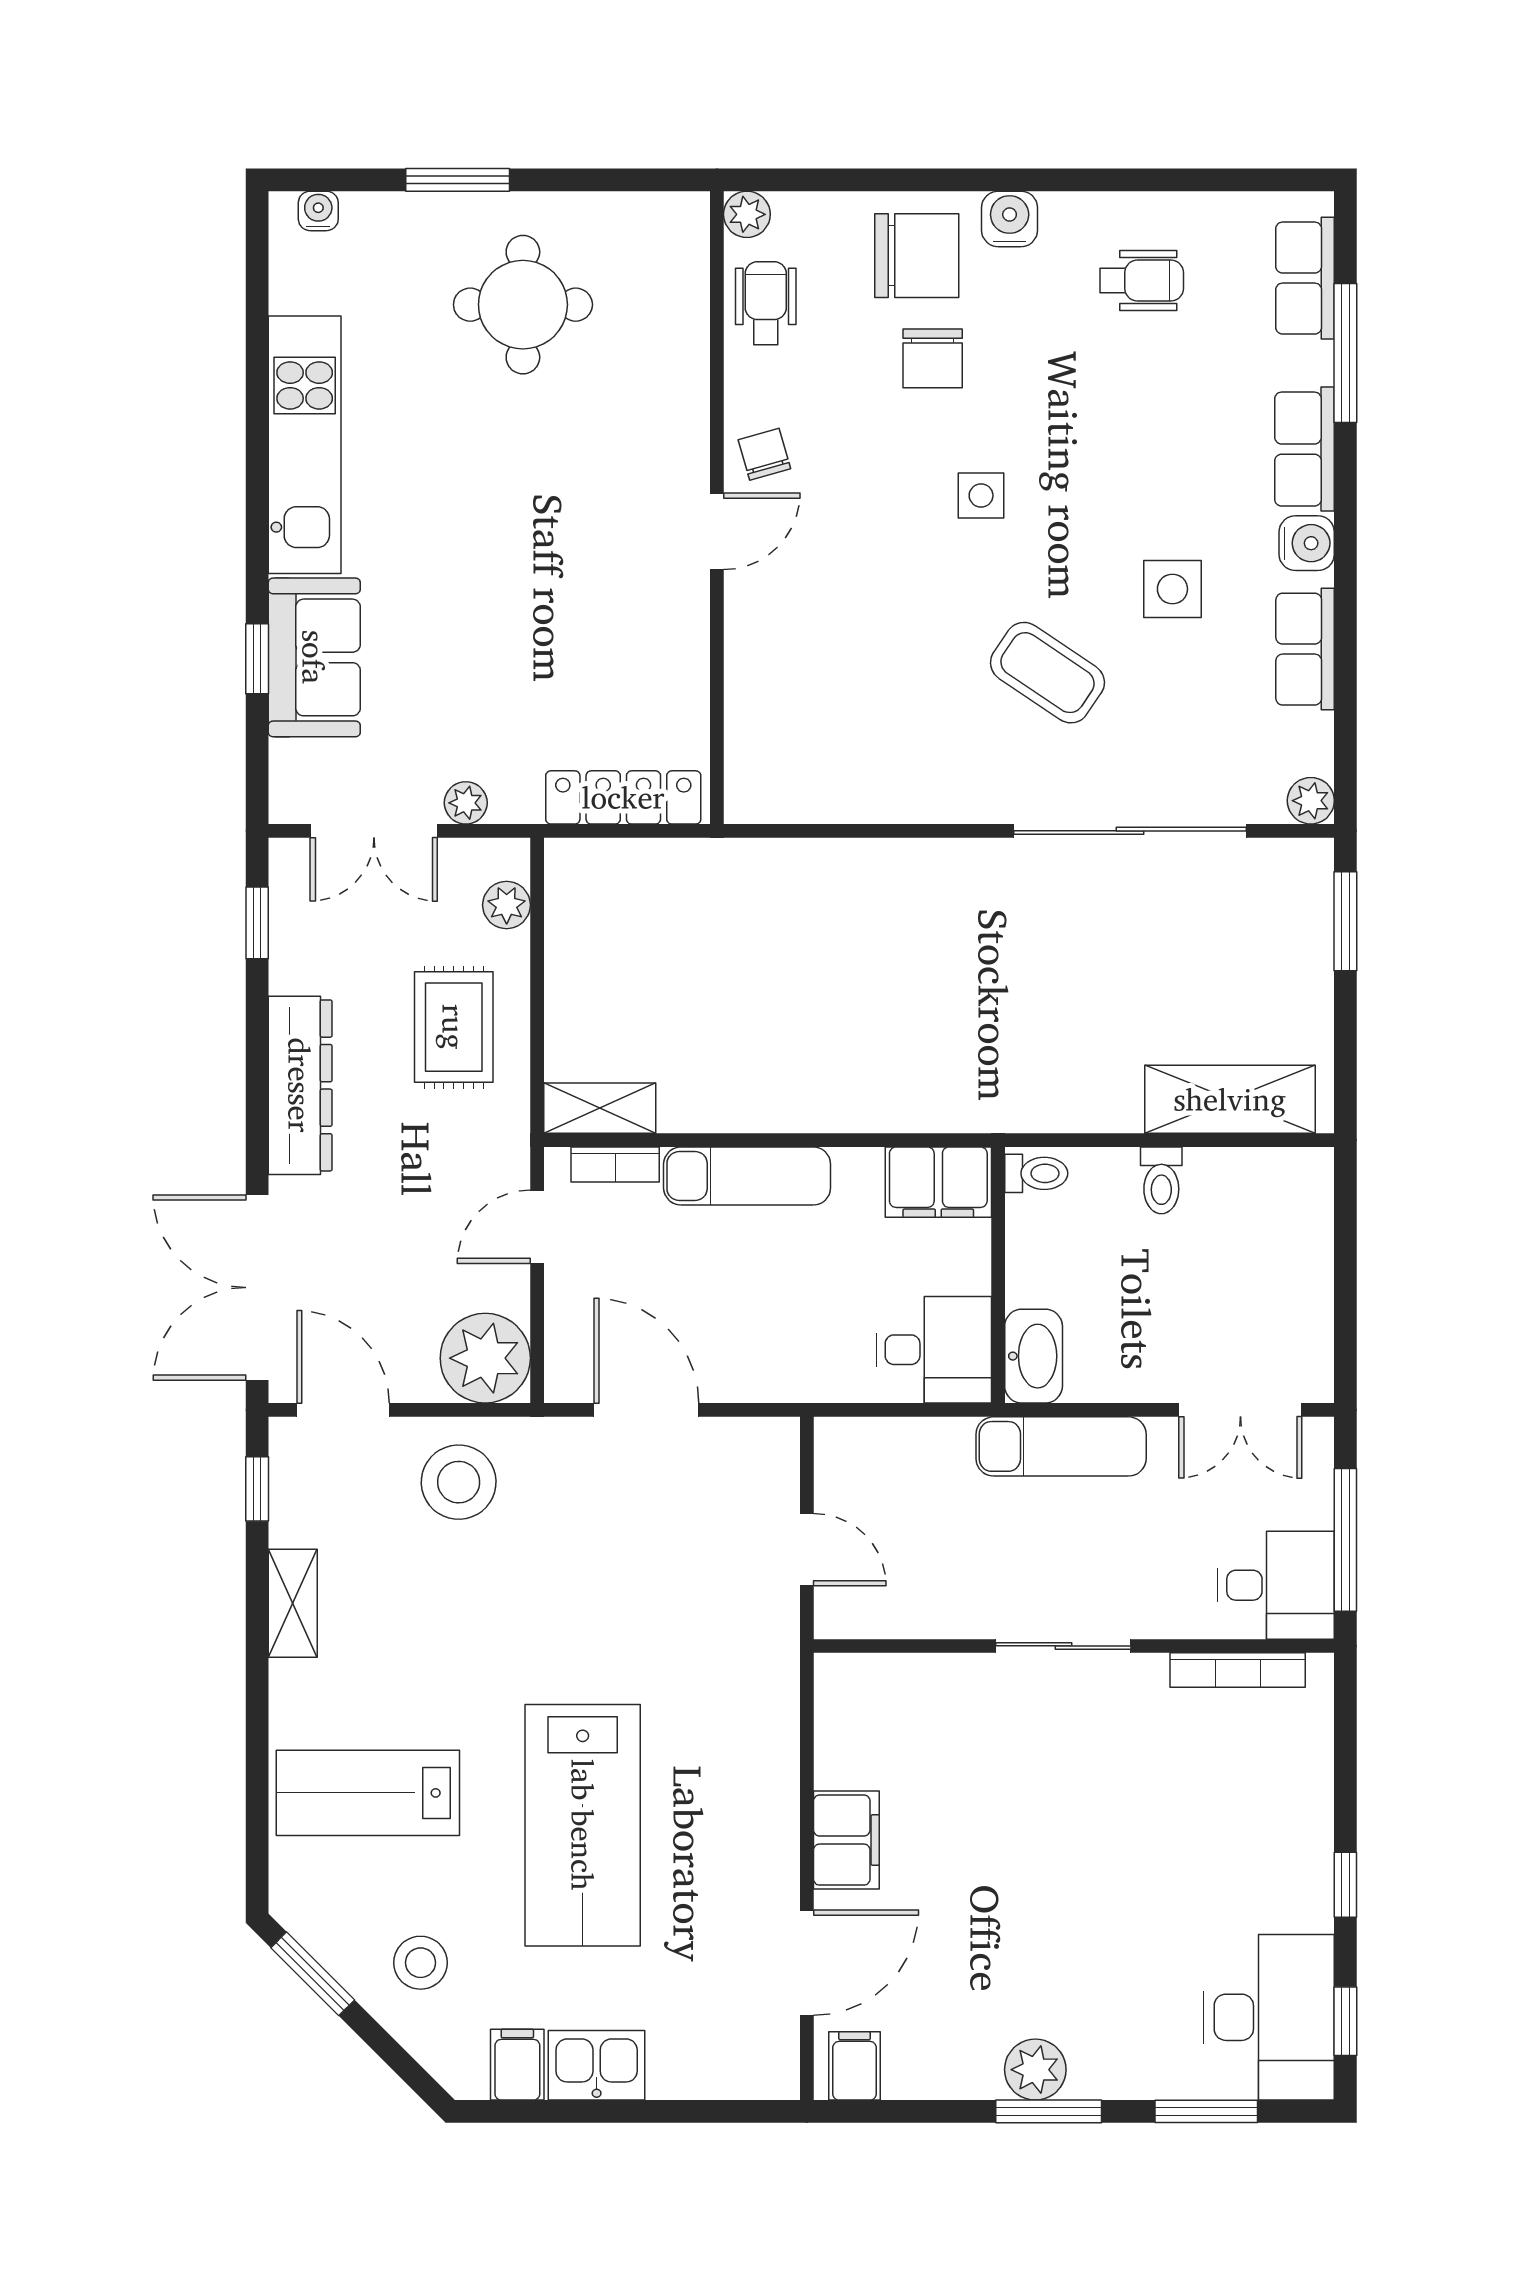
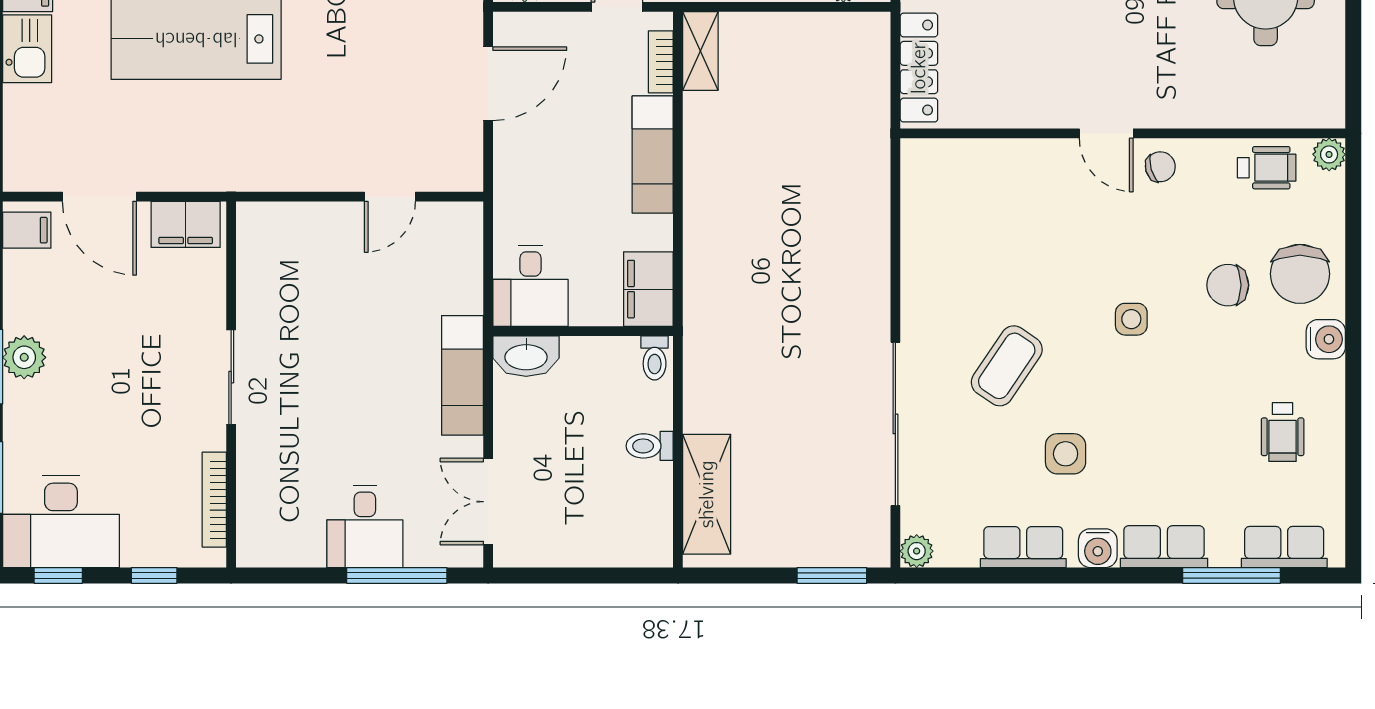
sliding door: (1063, 1646) -> (231, 377), moved
wall: (1074, 1646) -> (231, 384), moved
bookcase: (1238, 1670) -> (214, 500), moved

